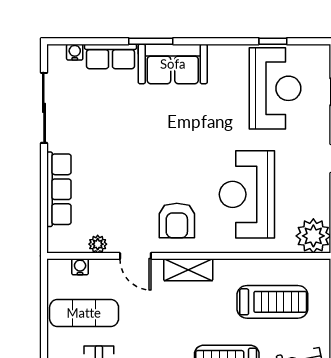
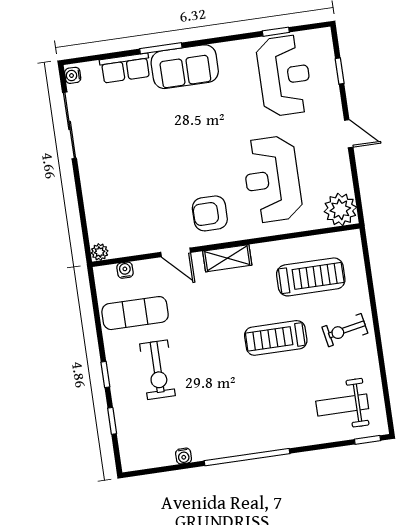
water cooler: (75, 52) -> (73, 75), moved, turned -90
row of seats: (59, 189) -> (95, 200), removed
armchair: (177, 221) -> (210, 213), turned 90
plant: (98, 244) -> (100, 252), moved

